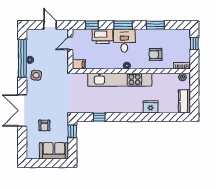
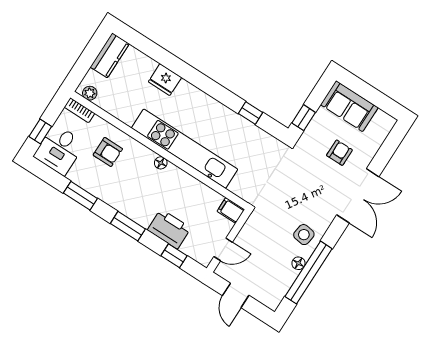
desk: (124, 41) -> (59, 150), moved

